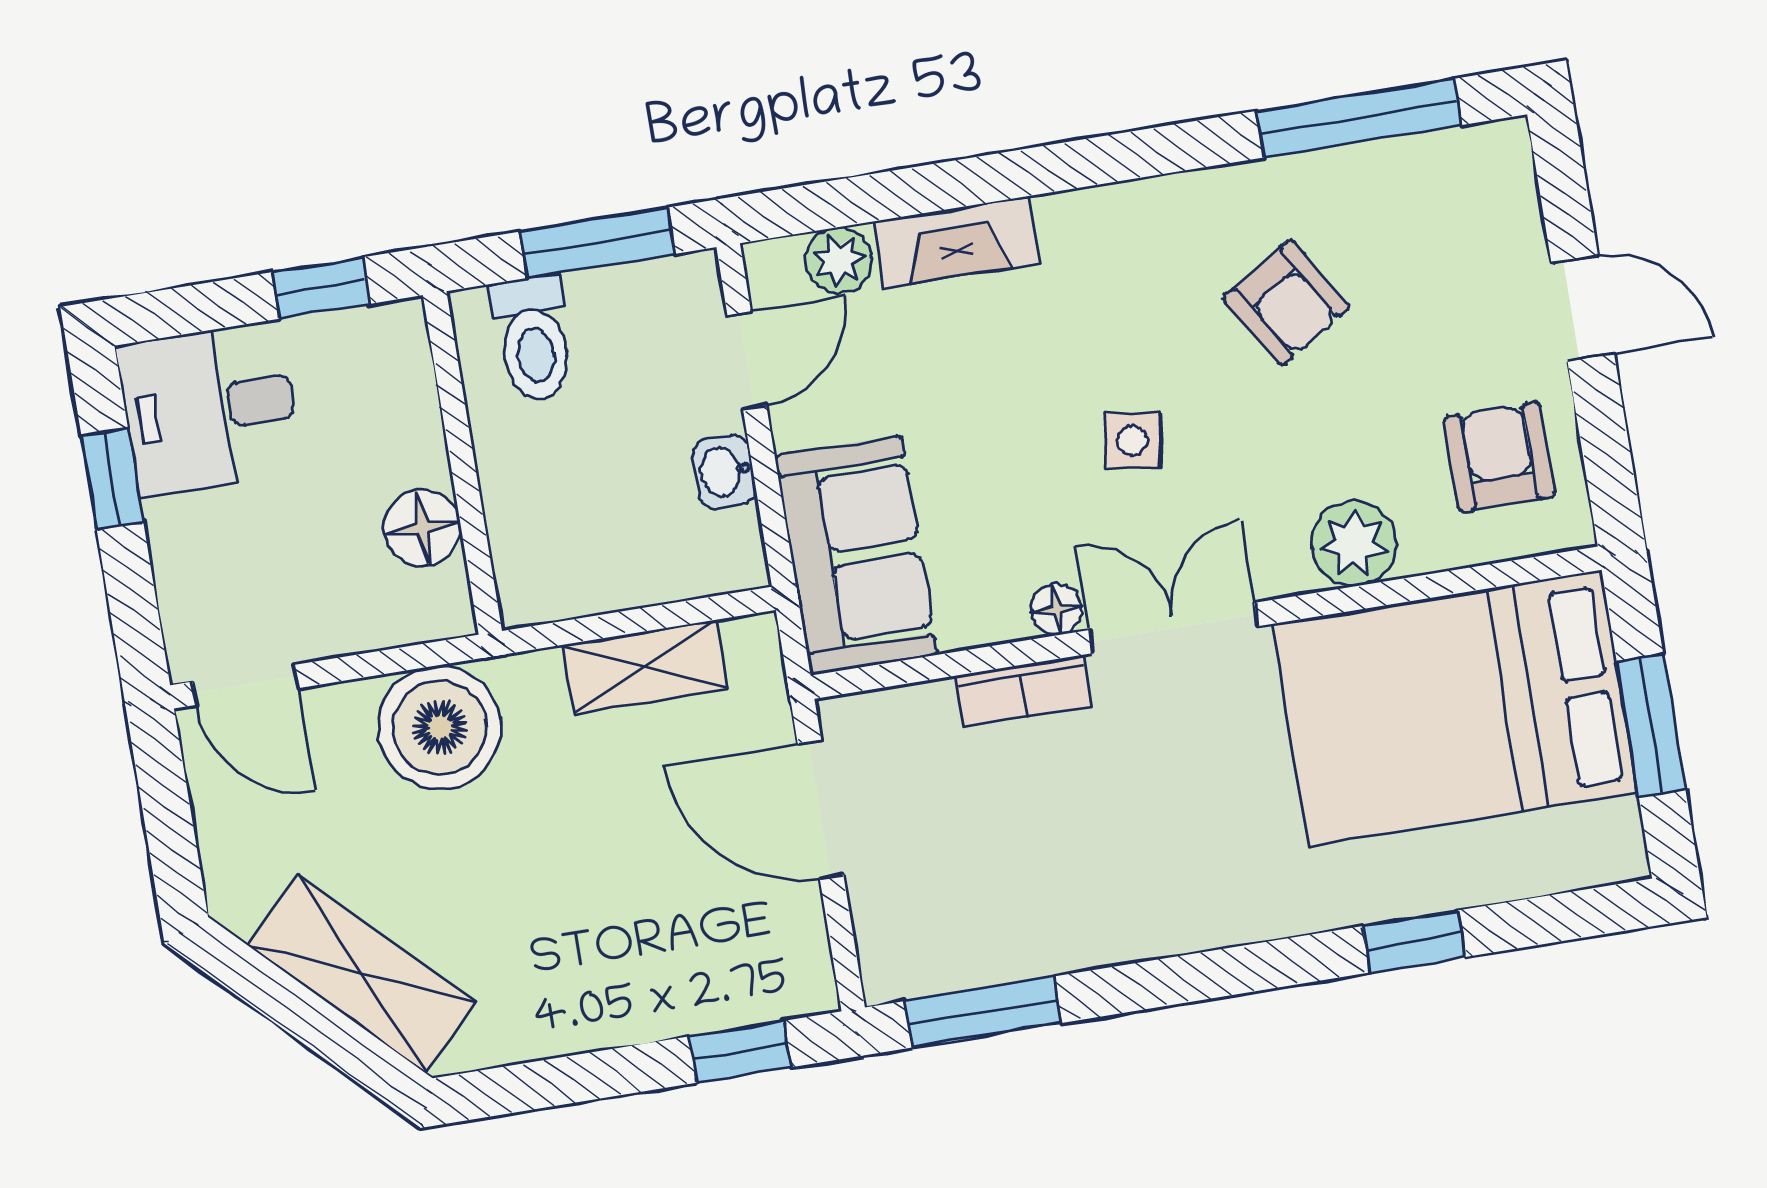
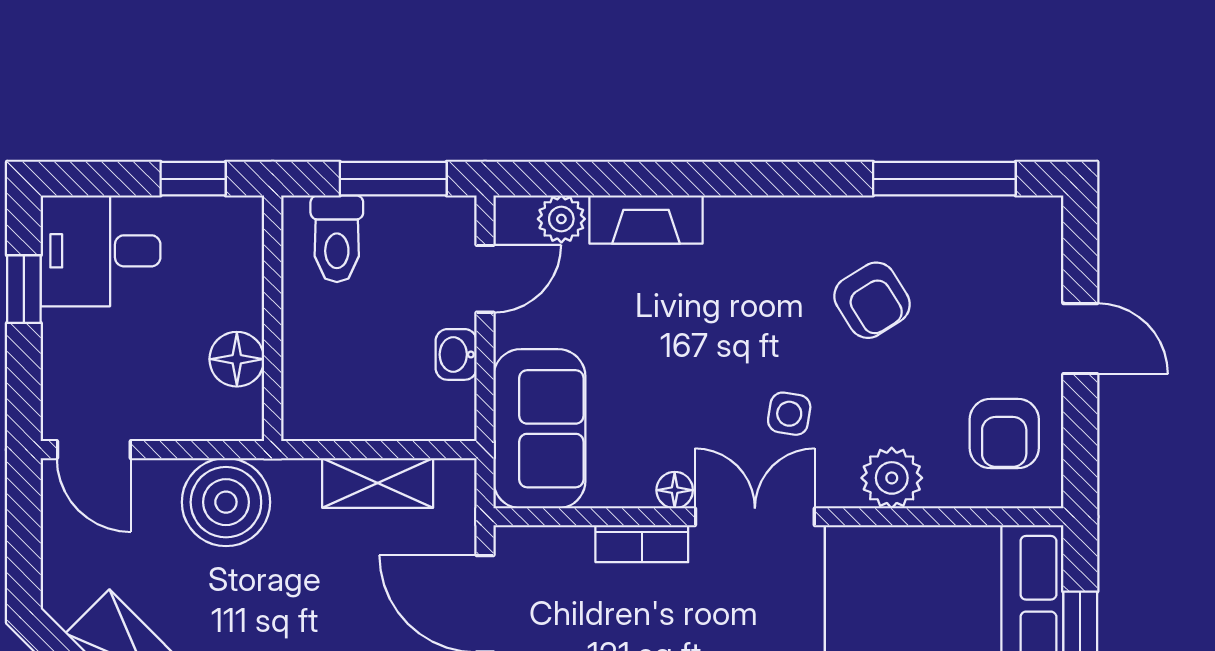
side table: (1132, 441) -> (789, 414), moved
armchair: (1499, 457) -> (1004, 434), turned 180

